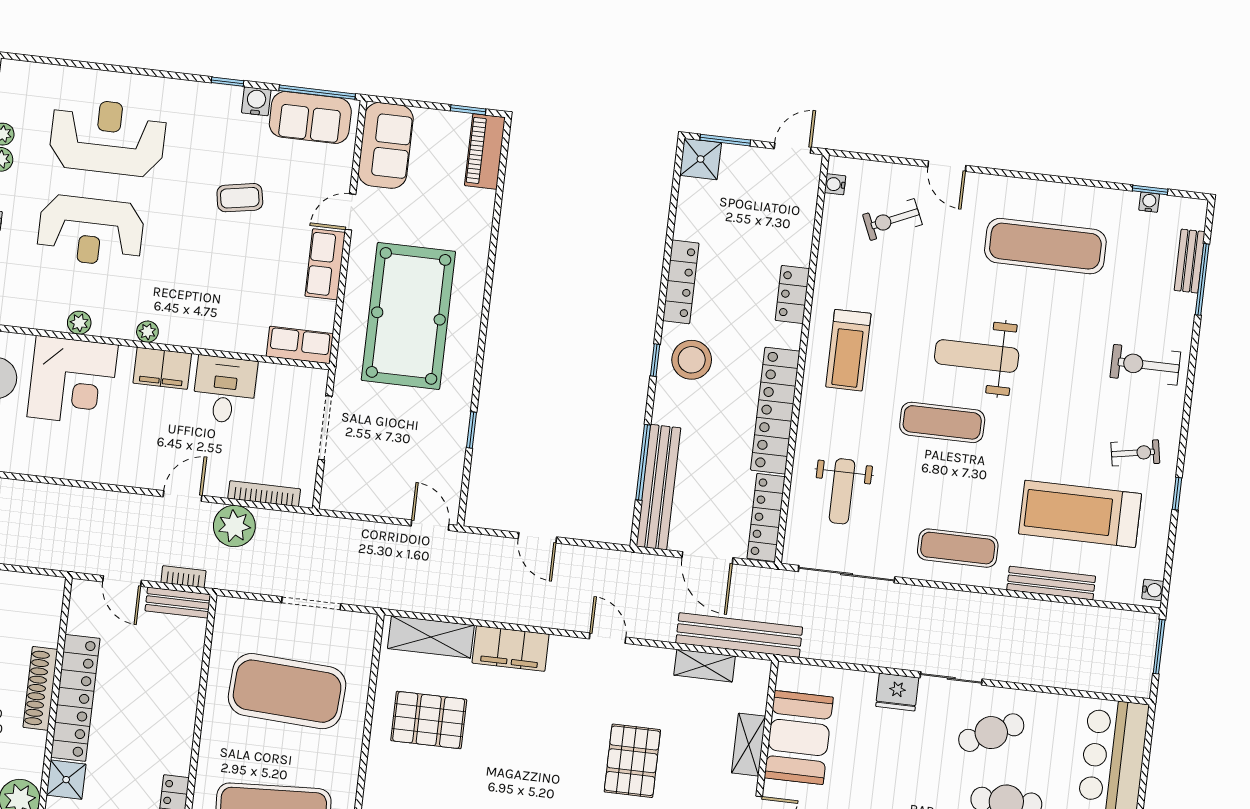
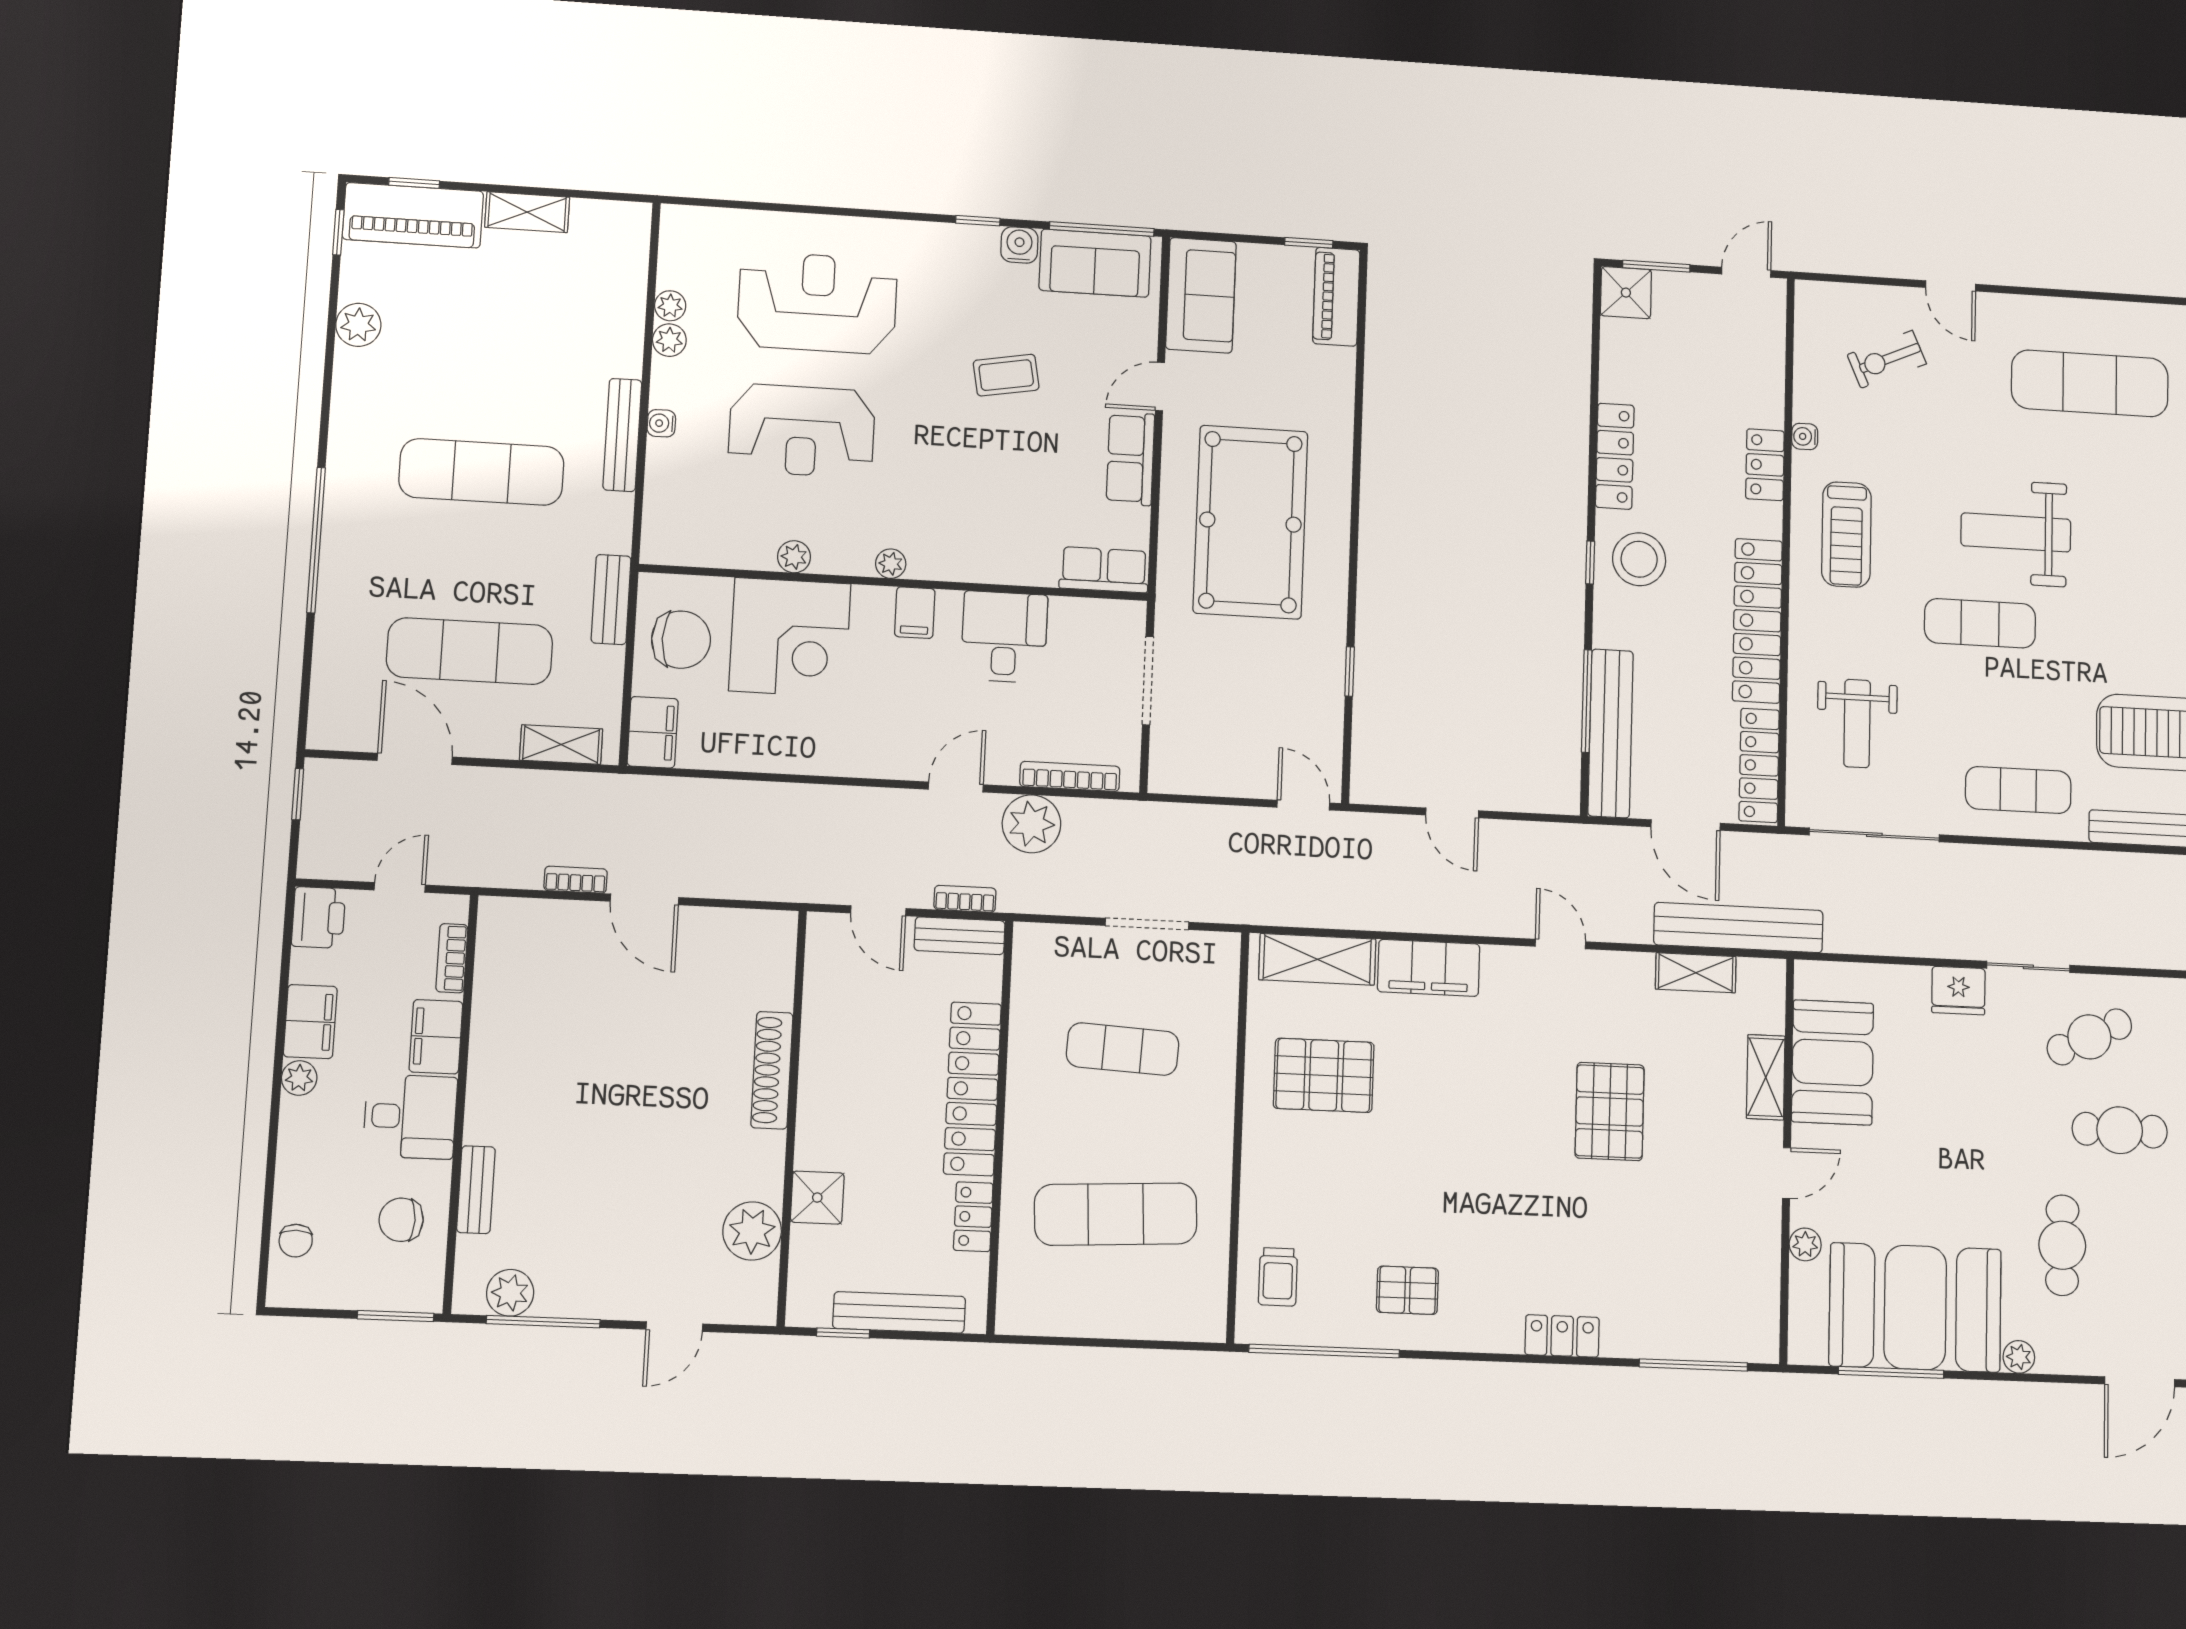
water cooler: (835, 184) -> (1805, 437), moved
filing cabinet: (162, 368) -> (915, 613), width x0.50
exercise mat: (287, 691) -> (1123, 1049), width x0.50, depth x0.69
locker: (75, 698) -> (972, 1089), moved, turned 180

